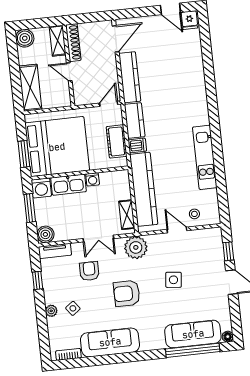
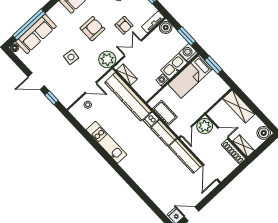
plant: (84, 94) -> (205, 126), added
bed: (57, 147) -> (190, 76), width x0.49

